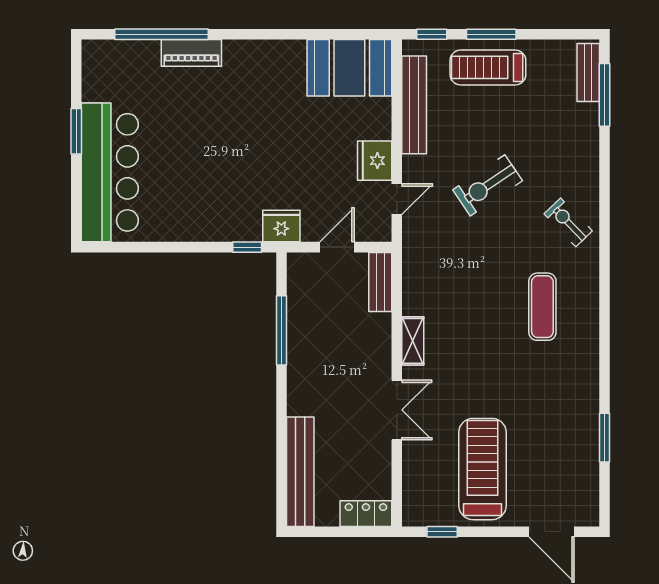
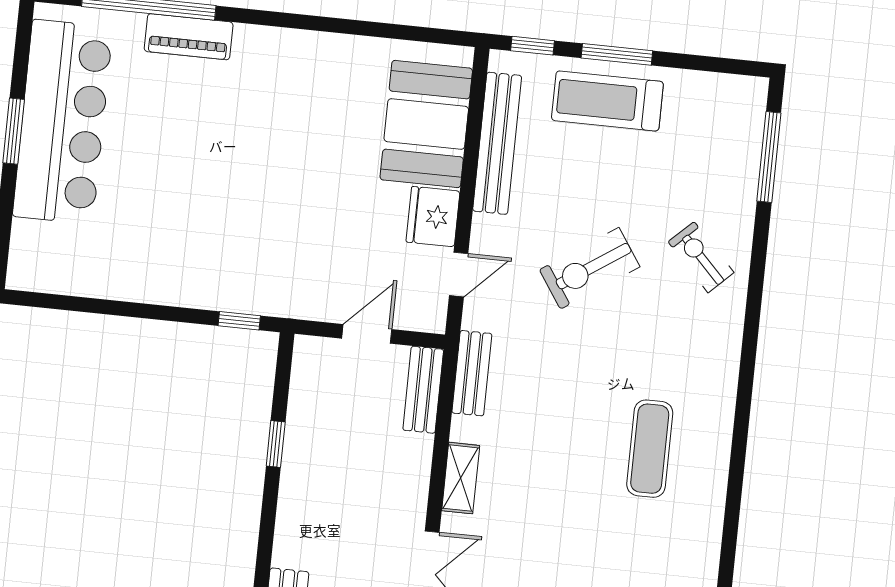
booth: (349, 68) -> (426, 124), moved, turned 90
bench: (588, 72) -> (472, 373), moved
bar counter: (110, 172) -> (63, 122), moved
exercise bike: (568, 222) -> (701, 257), moved
fridge: (281, 226) -> (291, 296), removed
window: (281, 330) -> (276, 444), width x0.46

